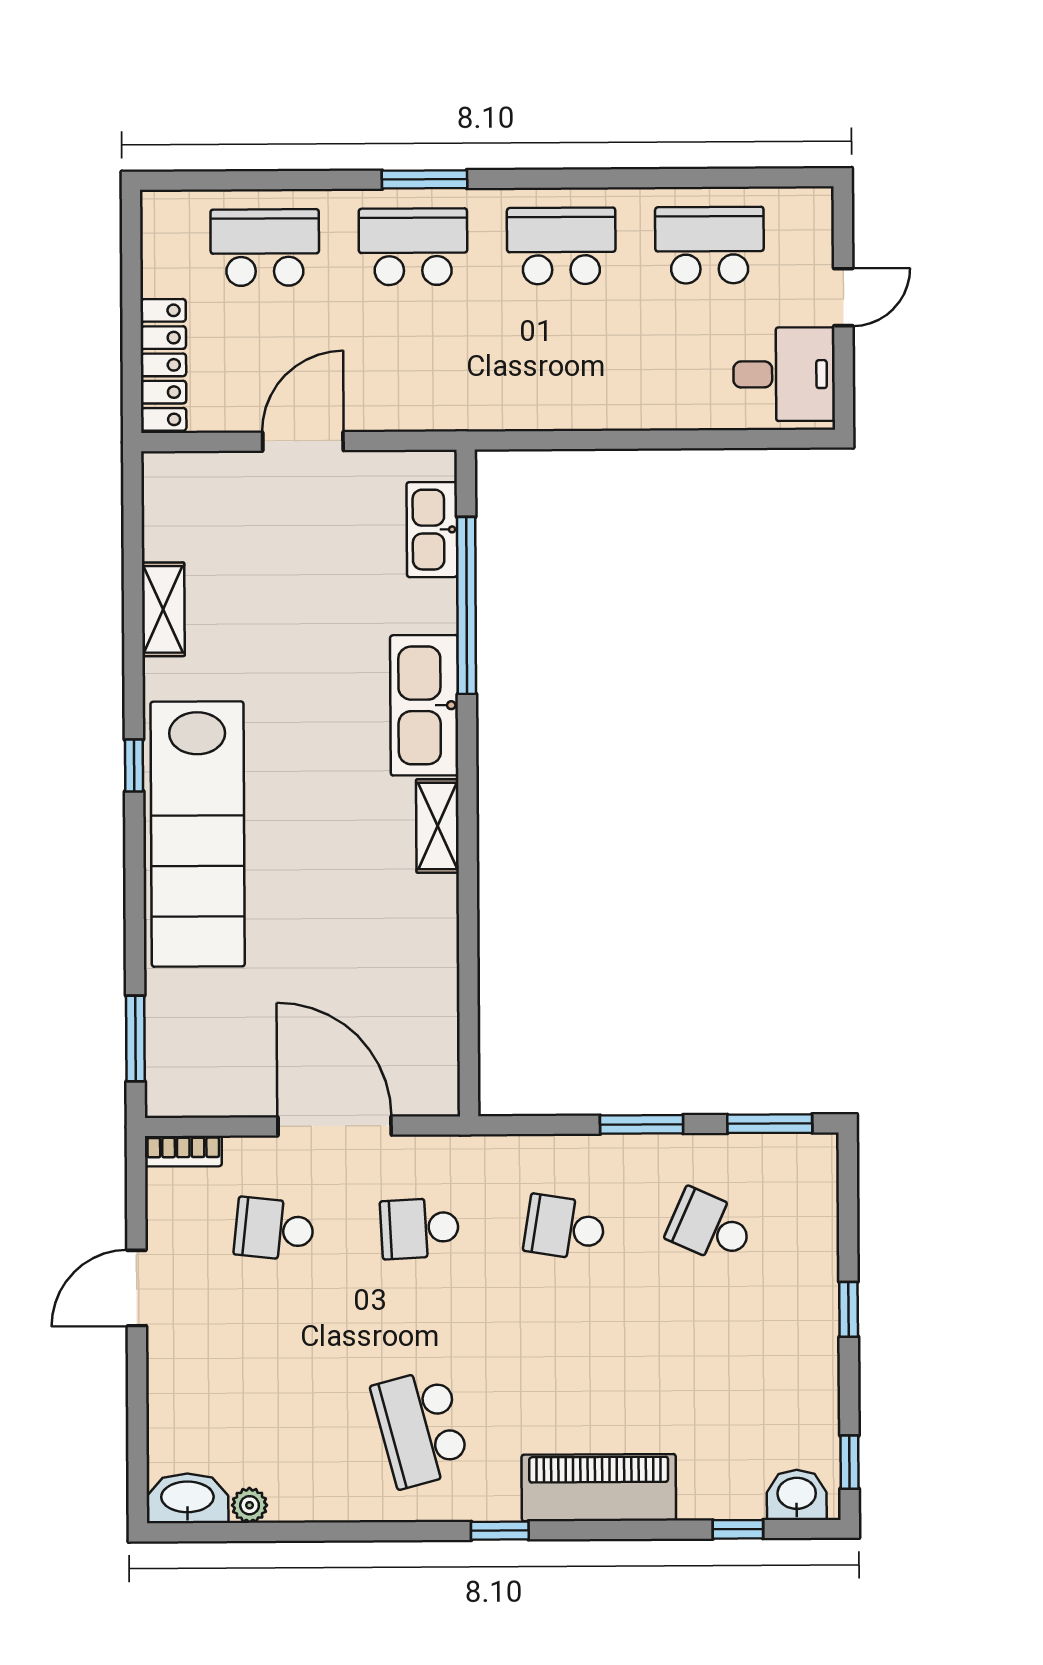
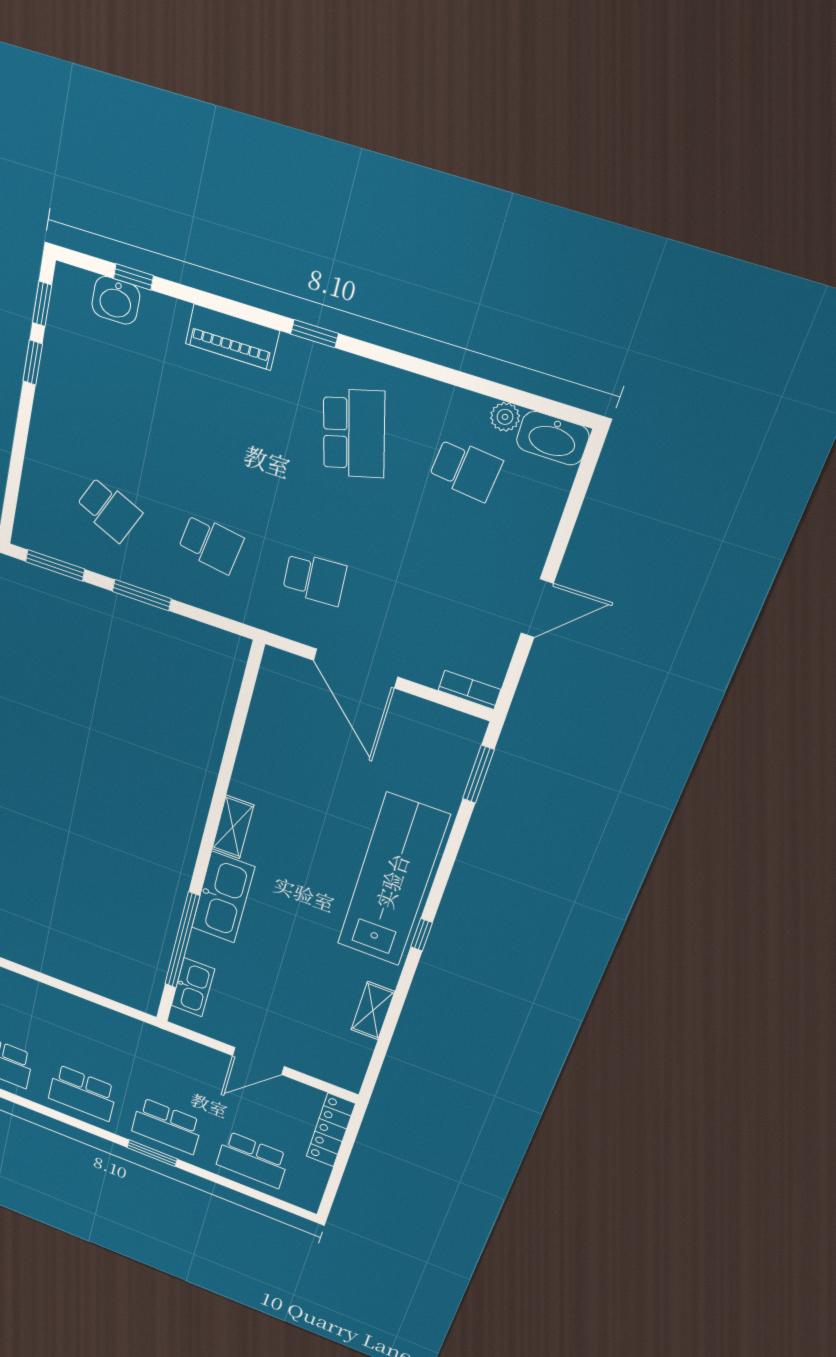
school desk: (274, 1229) -> (466, 469), moved
window: (849, 1309) -> (33, 362), moved
piano: (599, 1488) -> (232, 337), width x0.73, depth x0.75
washbasin: (797, 1495) -> (116, 300), moved

